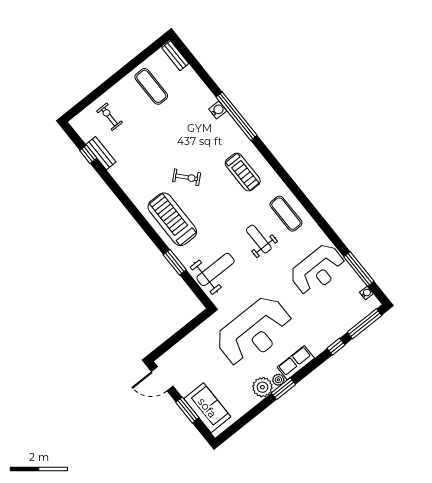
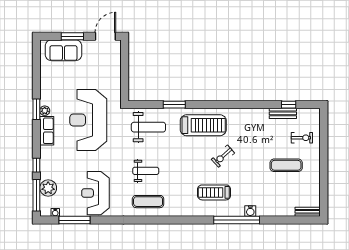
exercise mat: (151, 86) -> (286, 165), moved
treadmill: (243, 172) -> (214, 192), moved
weight bench: (215, 270) -> (148, 127), turned -90
plant: (262, 387) -> (48, 188), moved

